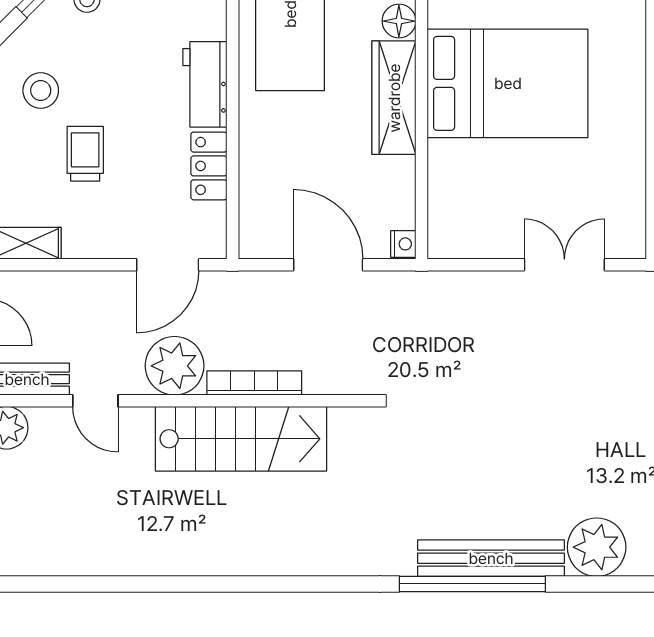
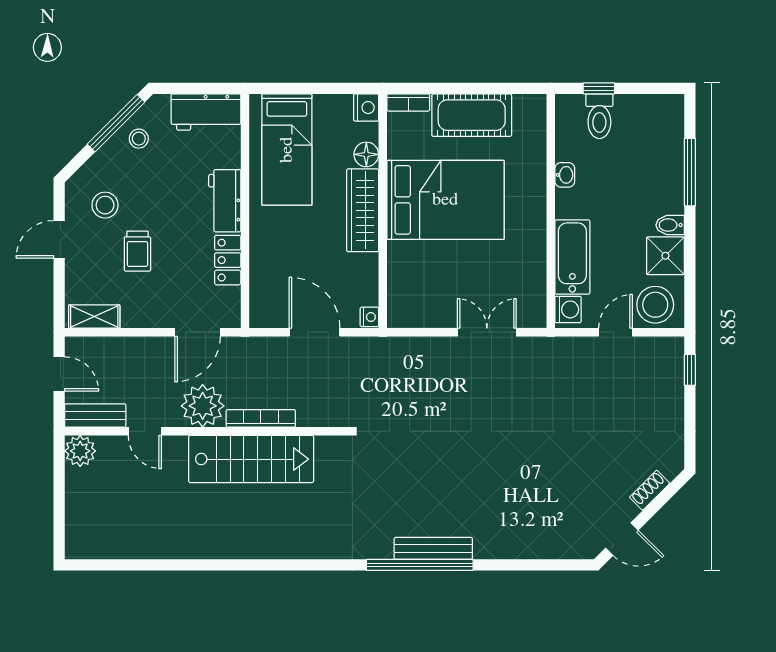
trolley: (85, 154) -> (137, 251), turned 180
plant: (597, 547) -> (510, 538), removed
bench: (491, 558) -> (433, 548), width x0.73, depth x0.82

